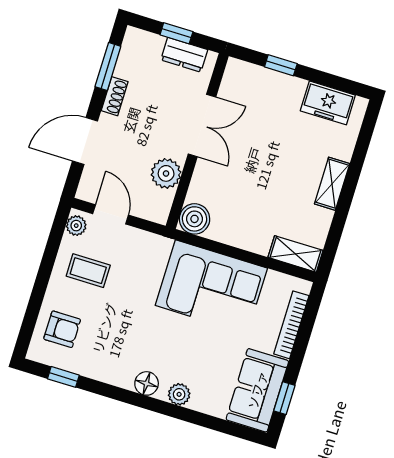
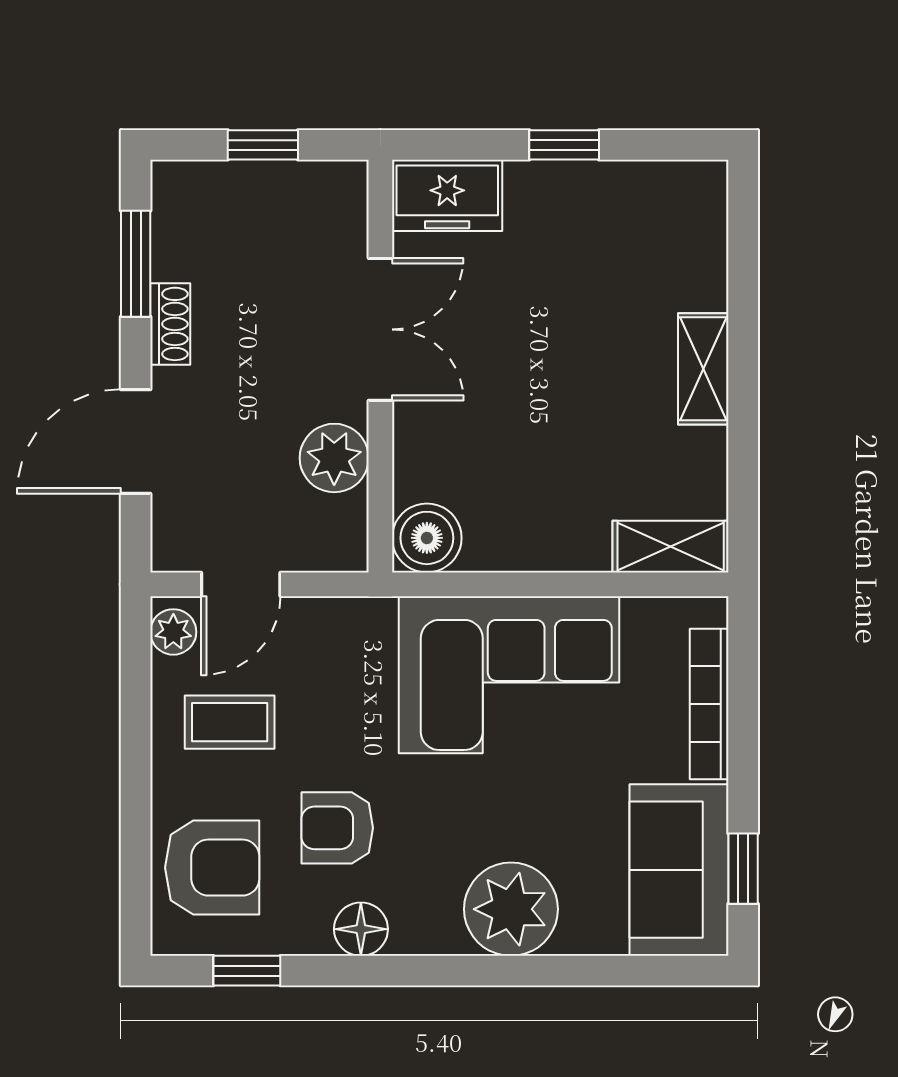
dresser: (184, 55) -> (294, 187), removed
window: (281, 65) -> (564, 145), moved
freezer: (328, 103) -> (447, 195), moved
door: (111, 214) -> (241, 584), swing flipped
armchair: (62, 329) -> (212, 868), width x1.38, depth x1.38
armchair: (120, 329) -> (337, 828), added
floor lamp: (147, 383) -> (361, 929), moved
plant: (179, 394) -> (511, 909), width x1.88, depth x1.88

